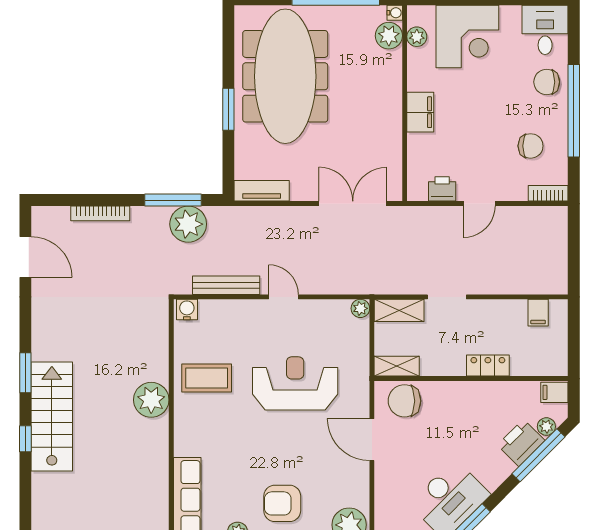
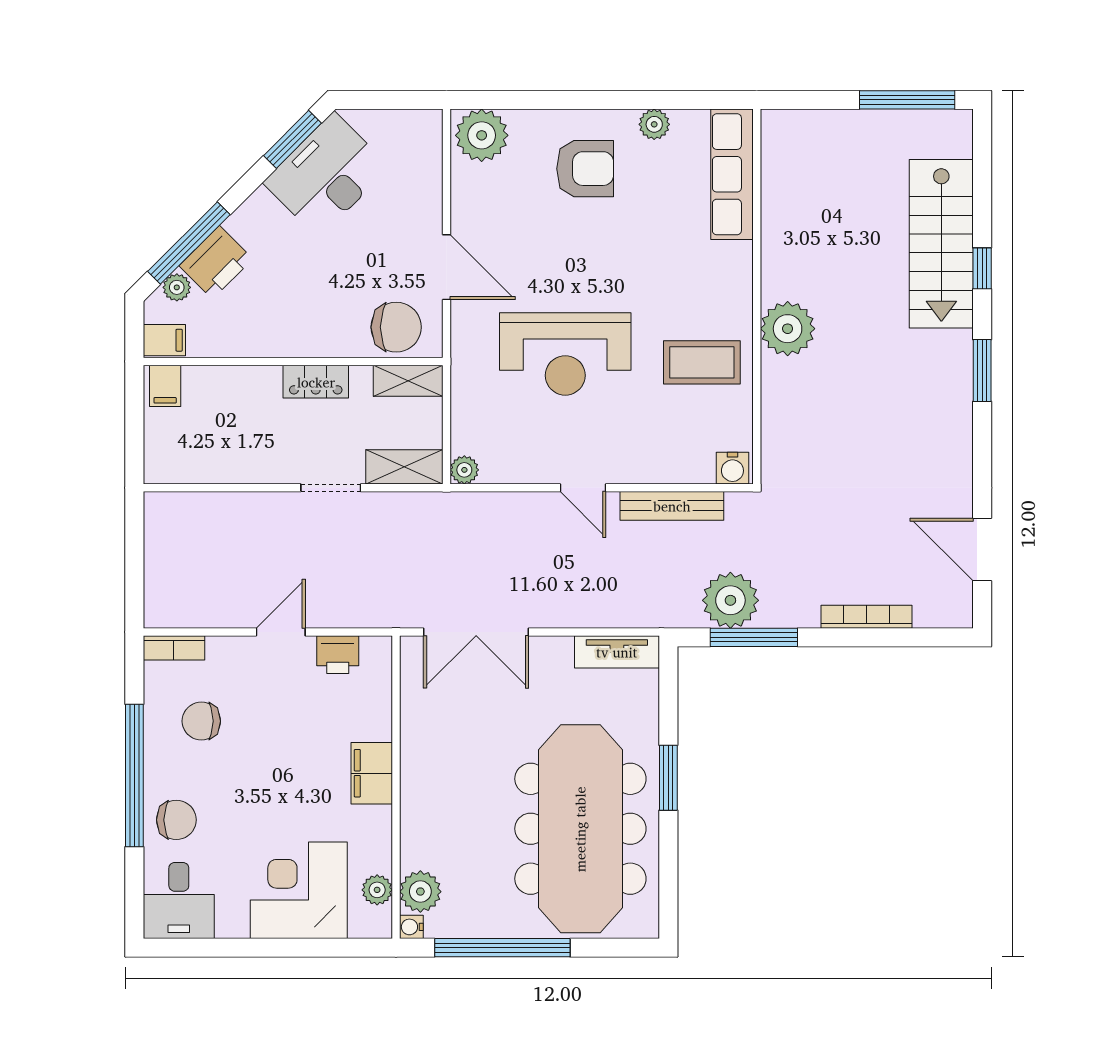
filing cabinet: (538, 313) -> (165, 386), moved, turned 180
locker: (488, 366) -> (316, 382), moved
stairs: (52, 417) -> (941, 244), moved

